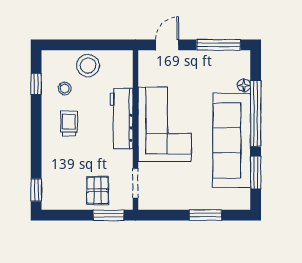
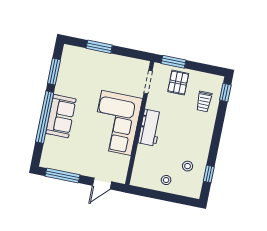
stool: (88, 66) -> (166, 180), width x0.53, depth x0.53
floor lamp: (244, 85) -> (49, 141), removed
workbench: (121, 119) -> (150, 128), width x0.73
trolley: (69, 123) -> (204, 101), moved
sofa: (232, 140) -> (61, 116), width x0.54, depth x0.79

